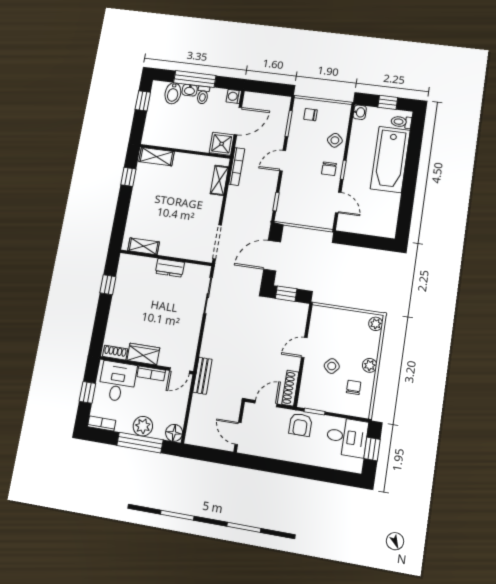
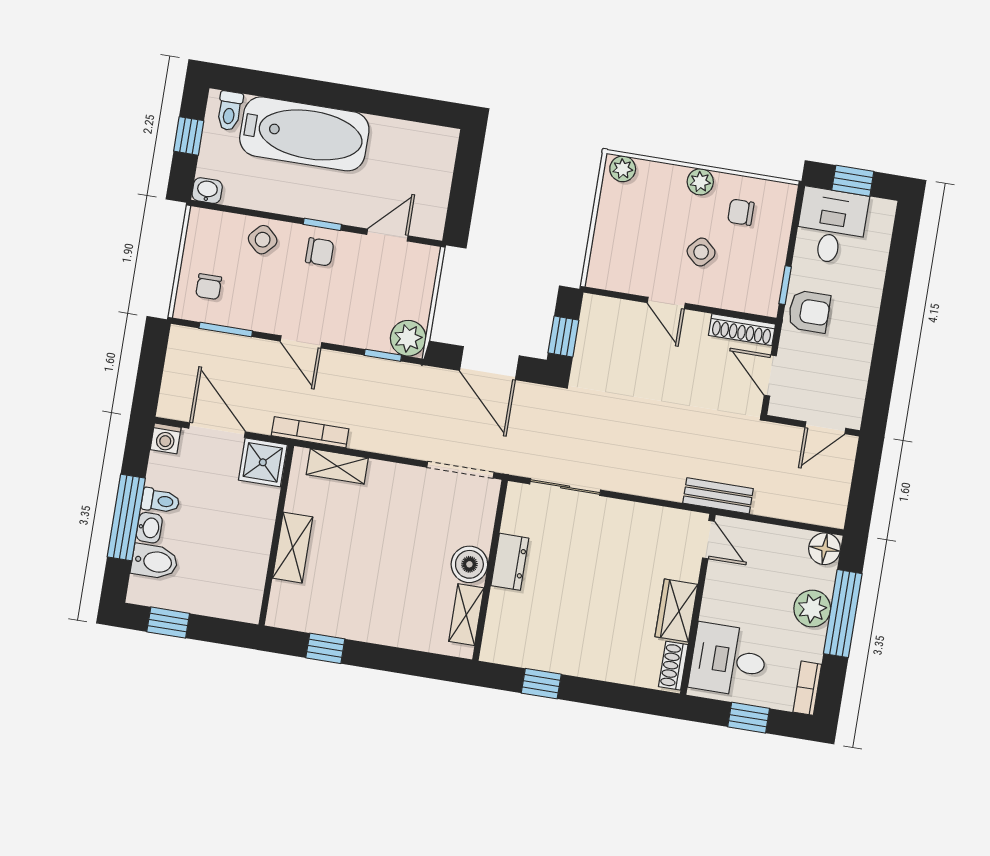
shelving: (157, 157) -> (293, 548), moved
plant: (285, 214) -> (408, 338), added
boiler: (169, 247) -> (469, 564), added
bookcase: (151, 373) -> (713, 595), removed

